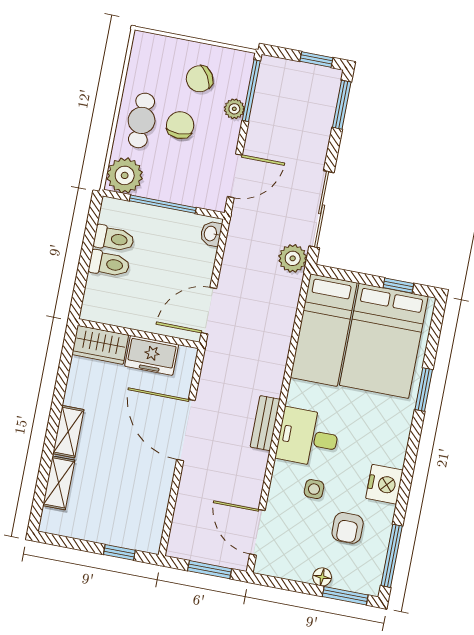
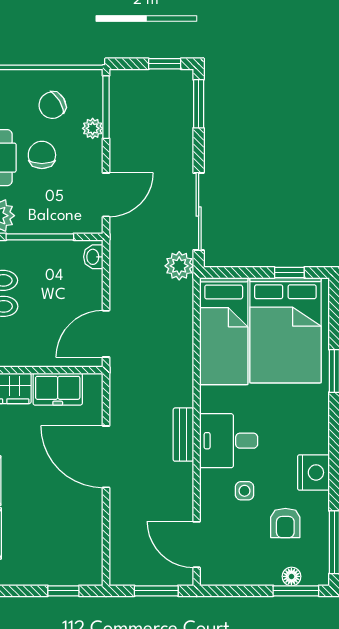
floor lamp: (322, 577) -> (291, 576), moved

